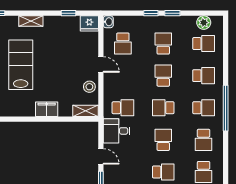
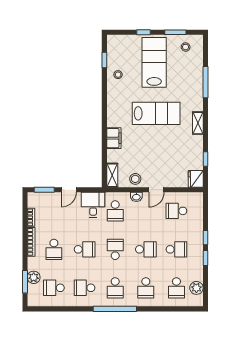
washbasin: (108, 22) -> (136, 197), moved

